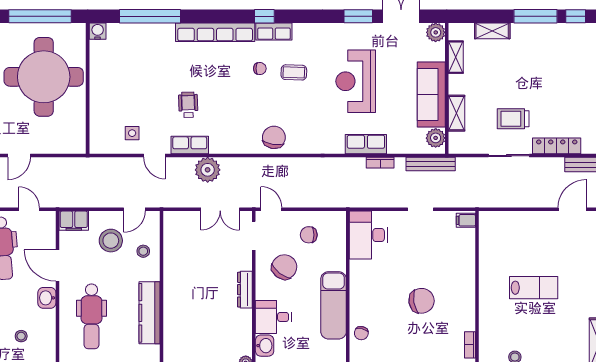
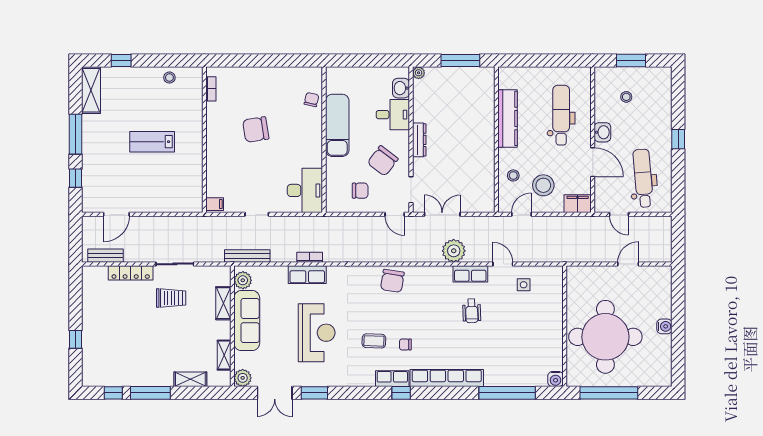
bookcase: (380, 163) -> (310, 257), moved

